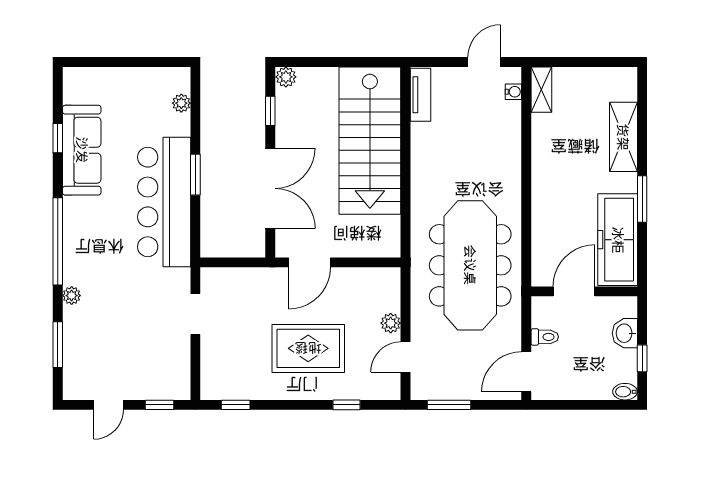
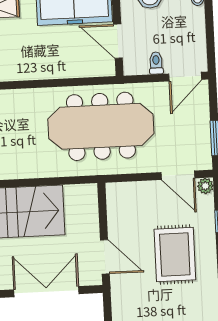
plant: (391, 323) -> (205, 186), moved
door: (405, 357) -> (178, 175), width x1.38
door: (526, 372) -> (185, 77), hinge flipped

